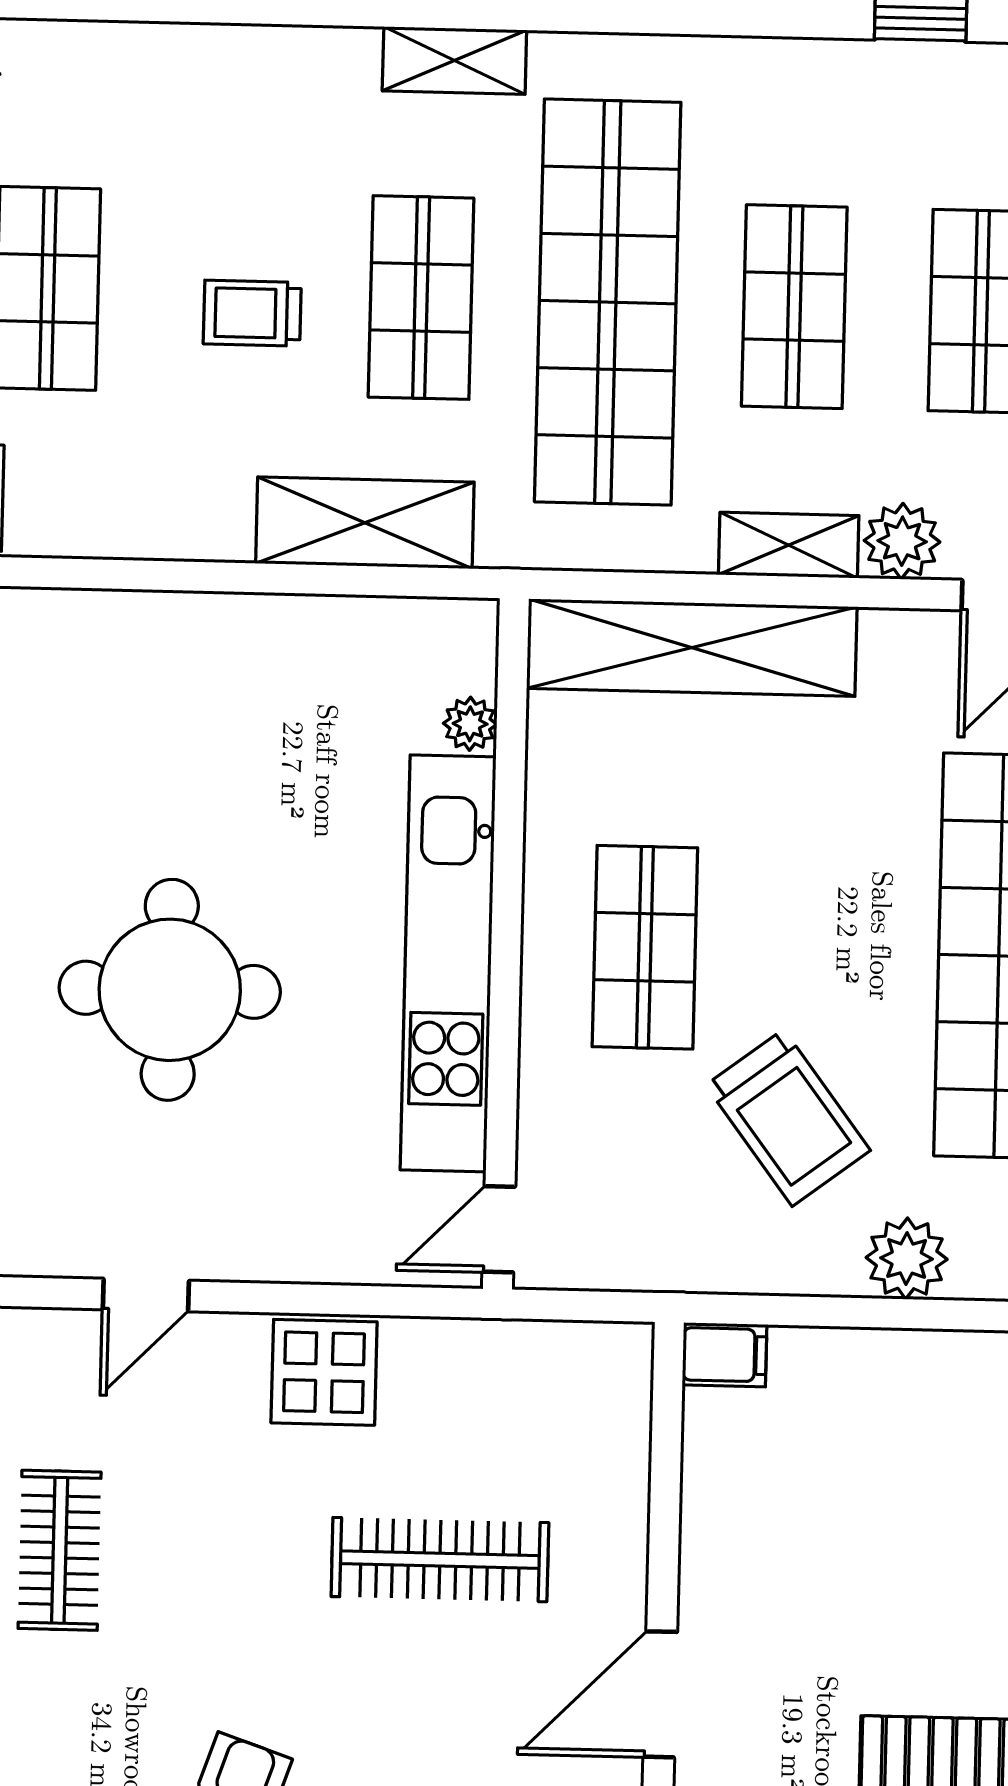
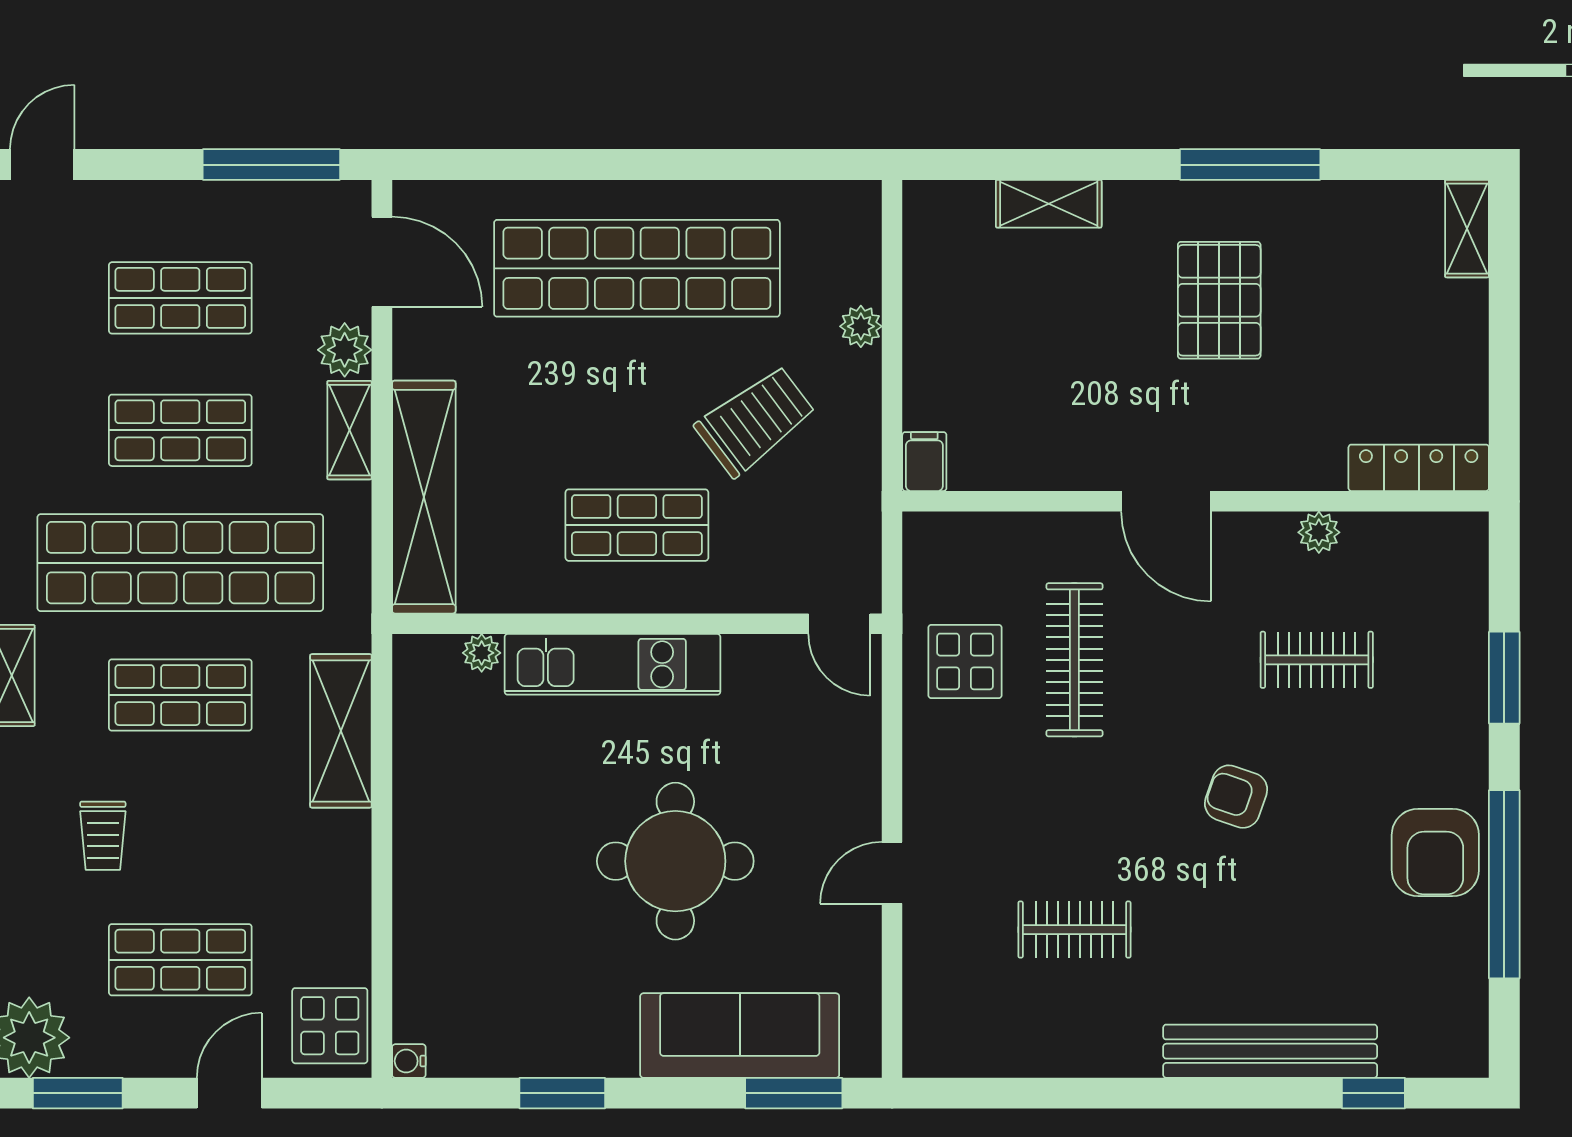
trolley: (252, 313) -> (103, 836), moved
kitchen unit: (448, 963) -> (613, 664), width x0.73
plant: (907, 1258) -> (861, 326), width x0.73, depth x0.73
door: (146, 1295) -> (892, 873), swing flipped
display table: (324, 1372) -> (965, 661), moved

